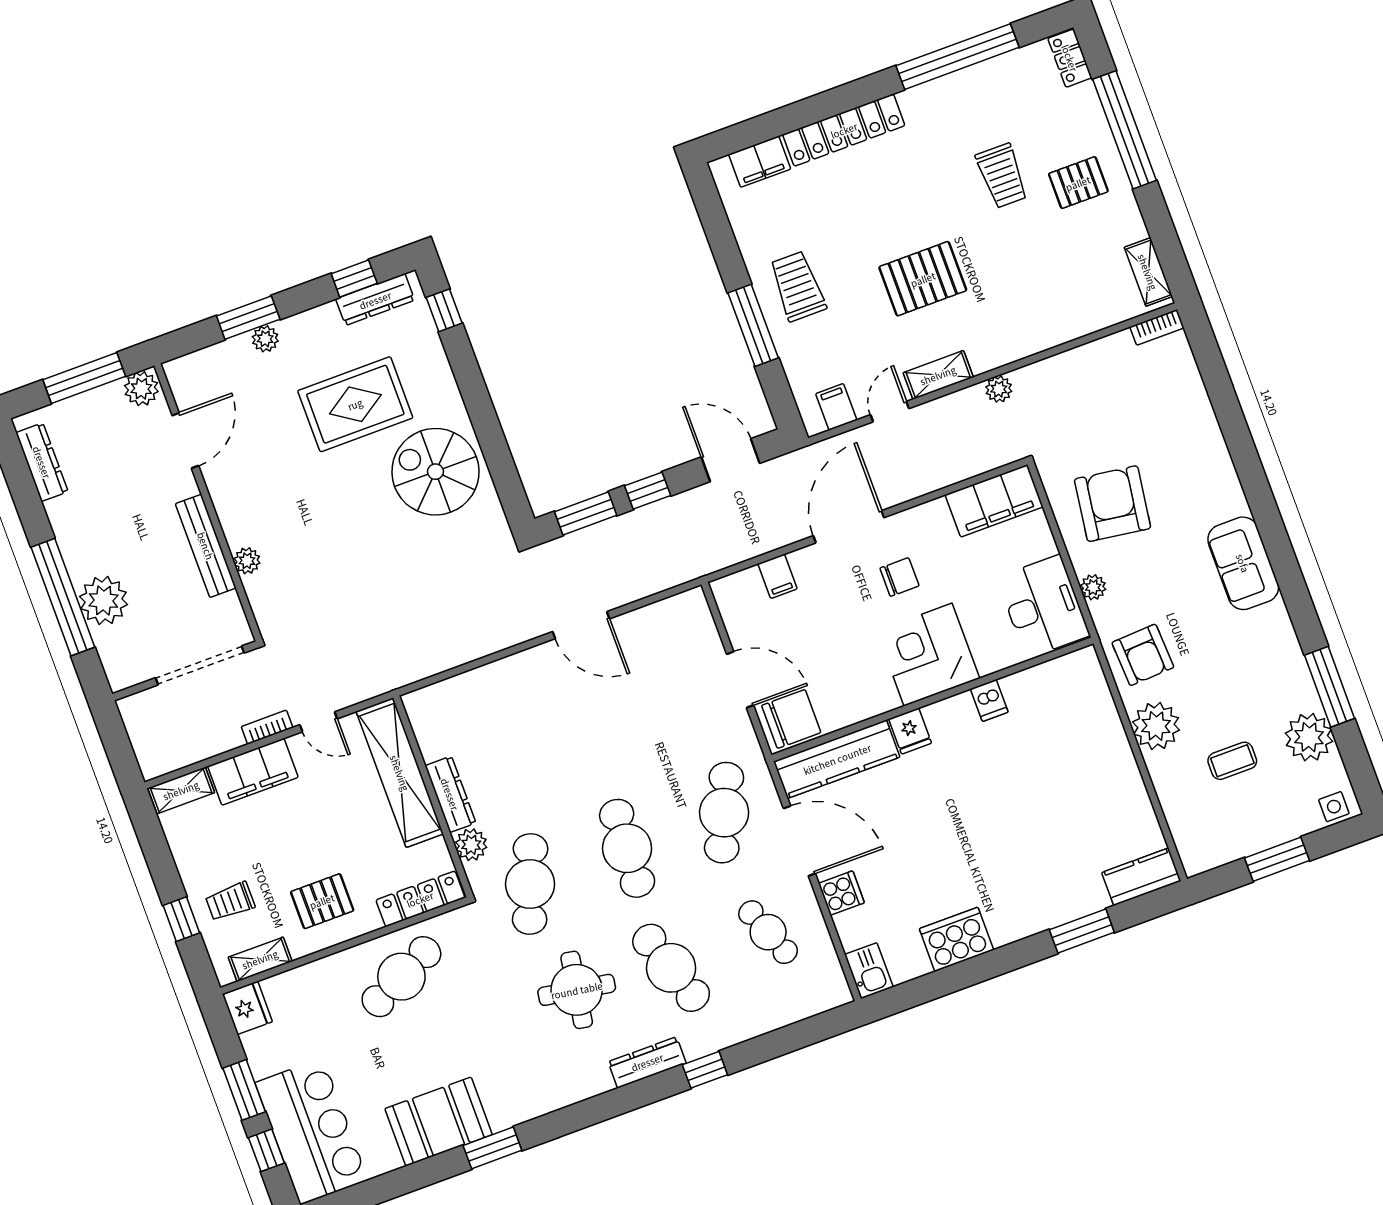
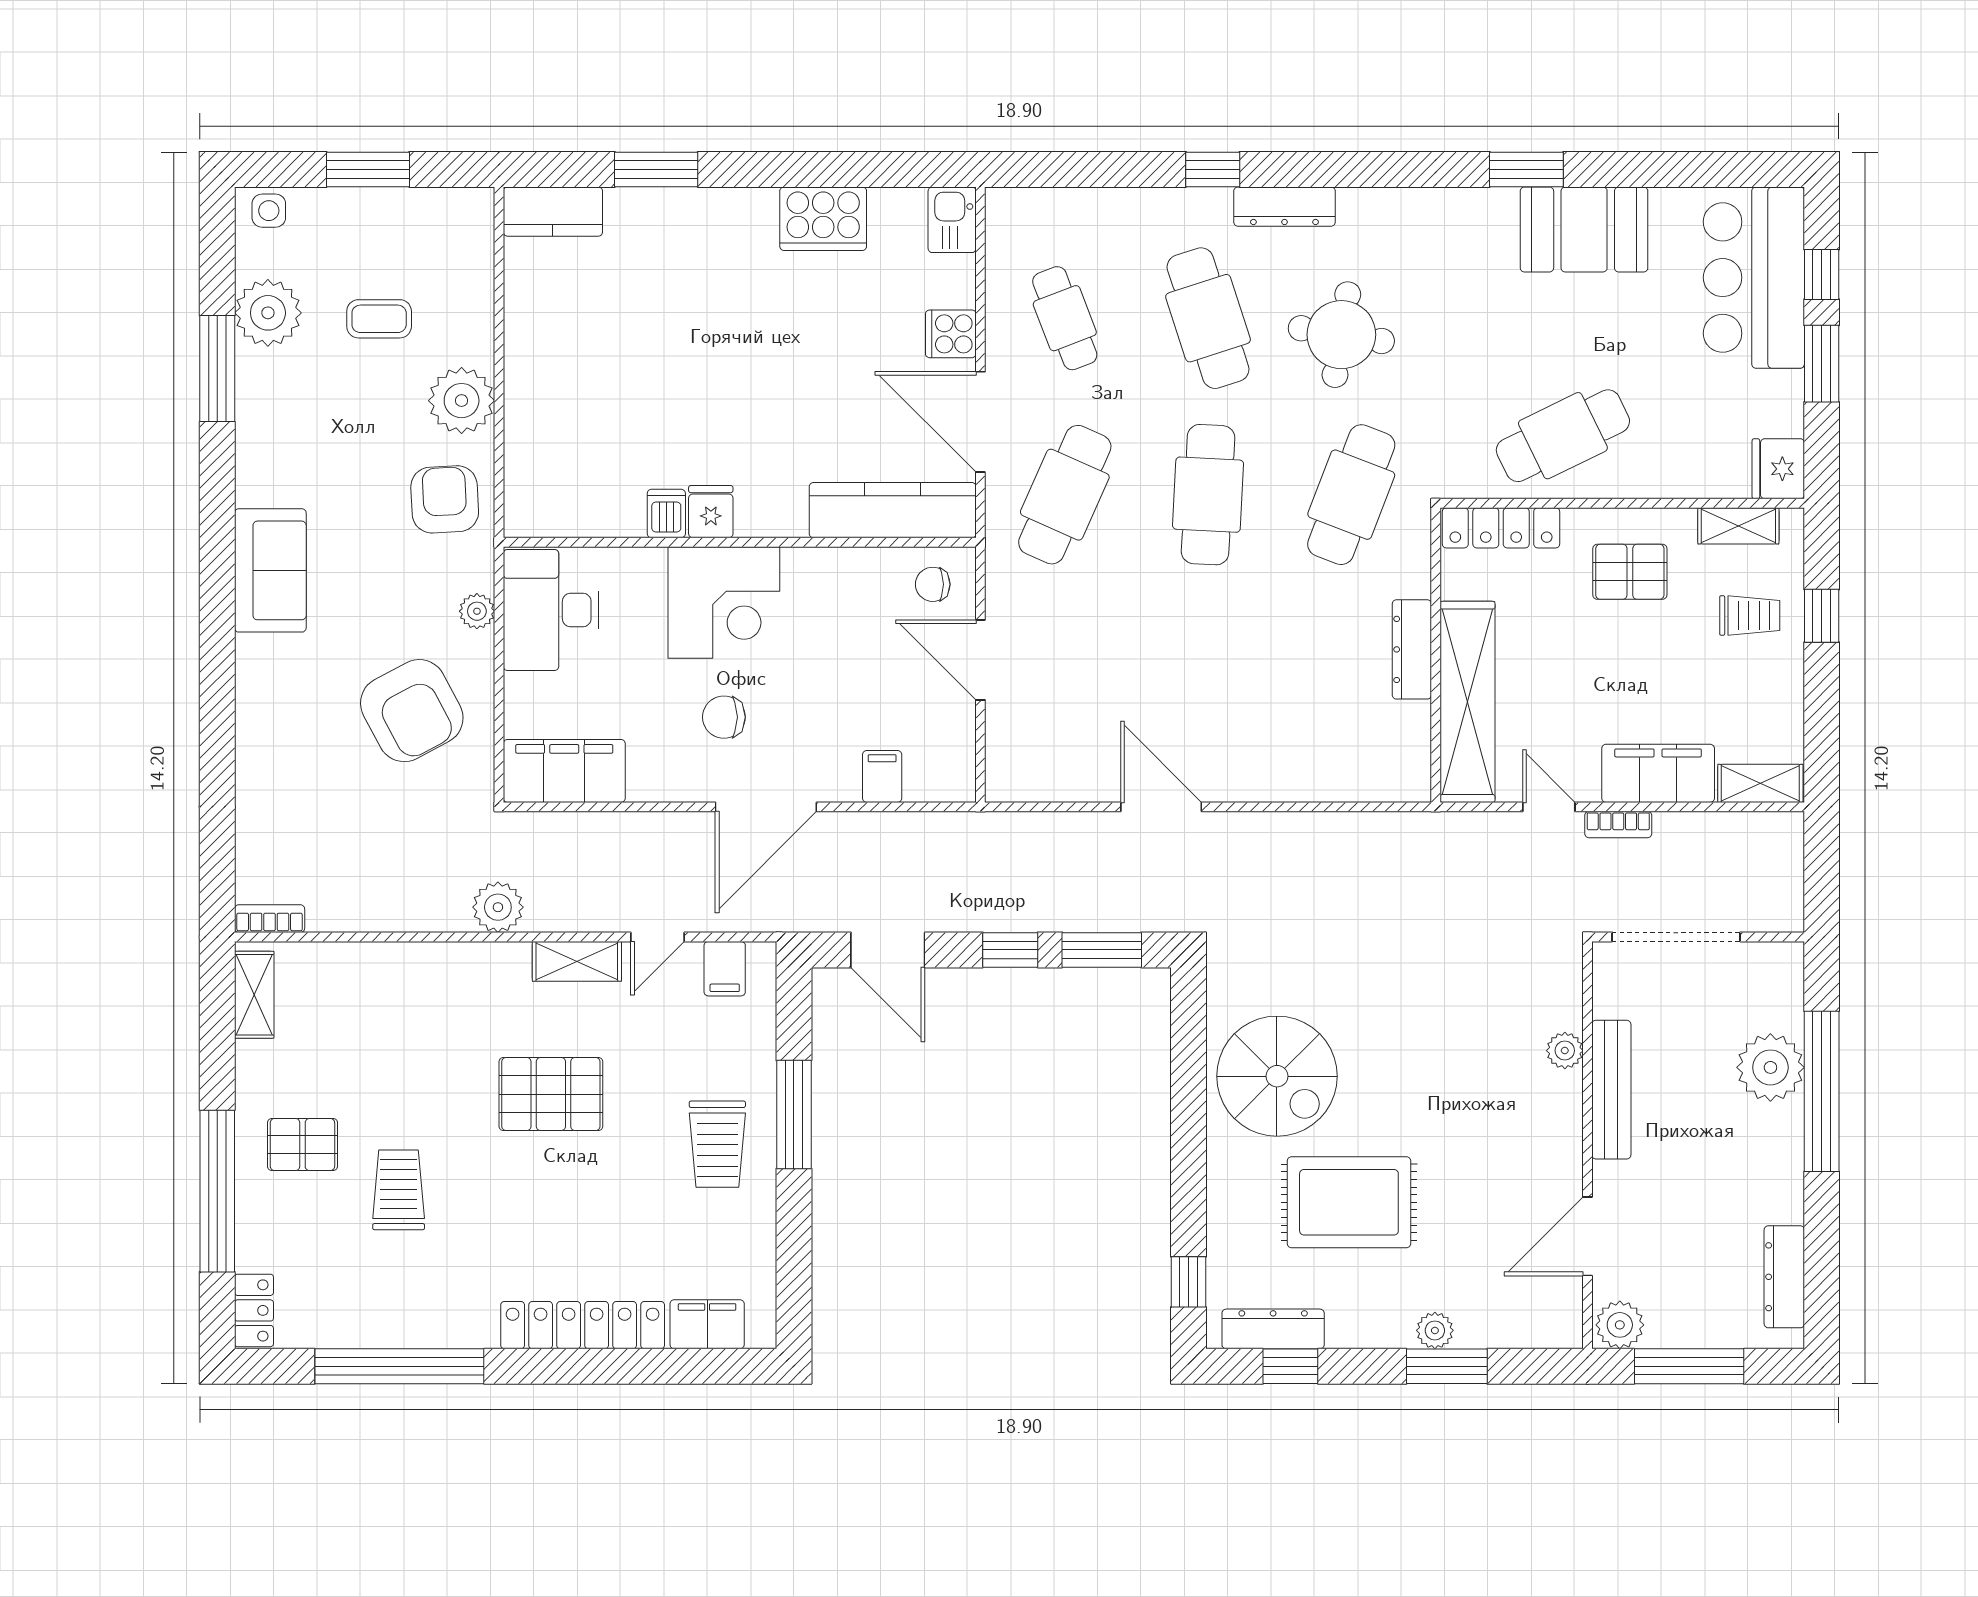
plant: (999, 389) -> (498, 907), width x1.38, depth x1.38
armchair: (1113, 504) -> (412, 711), turned -36
chair: (791, 719) -> (933, 584), width x0.54, depth x0.54
fridge: (910, 731) -> (711, 512), moved
plant: (471, 845) -> (1409, 574), removed

